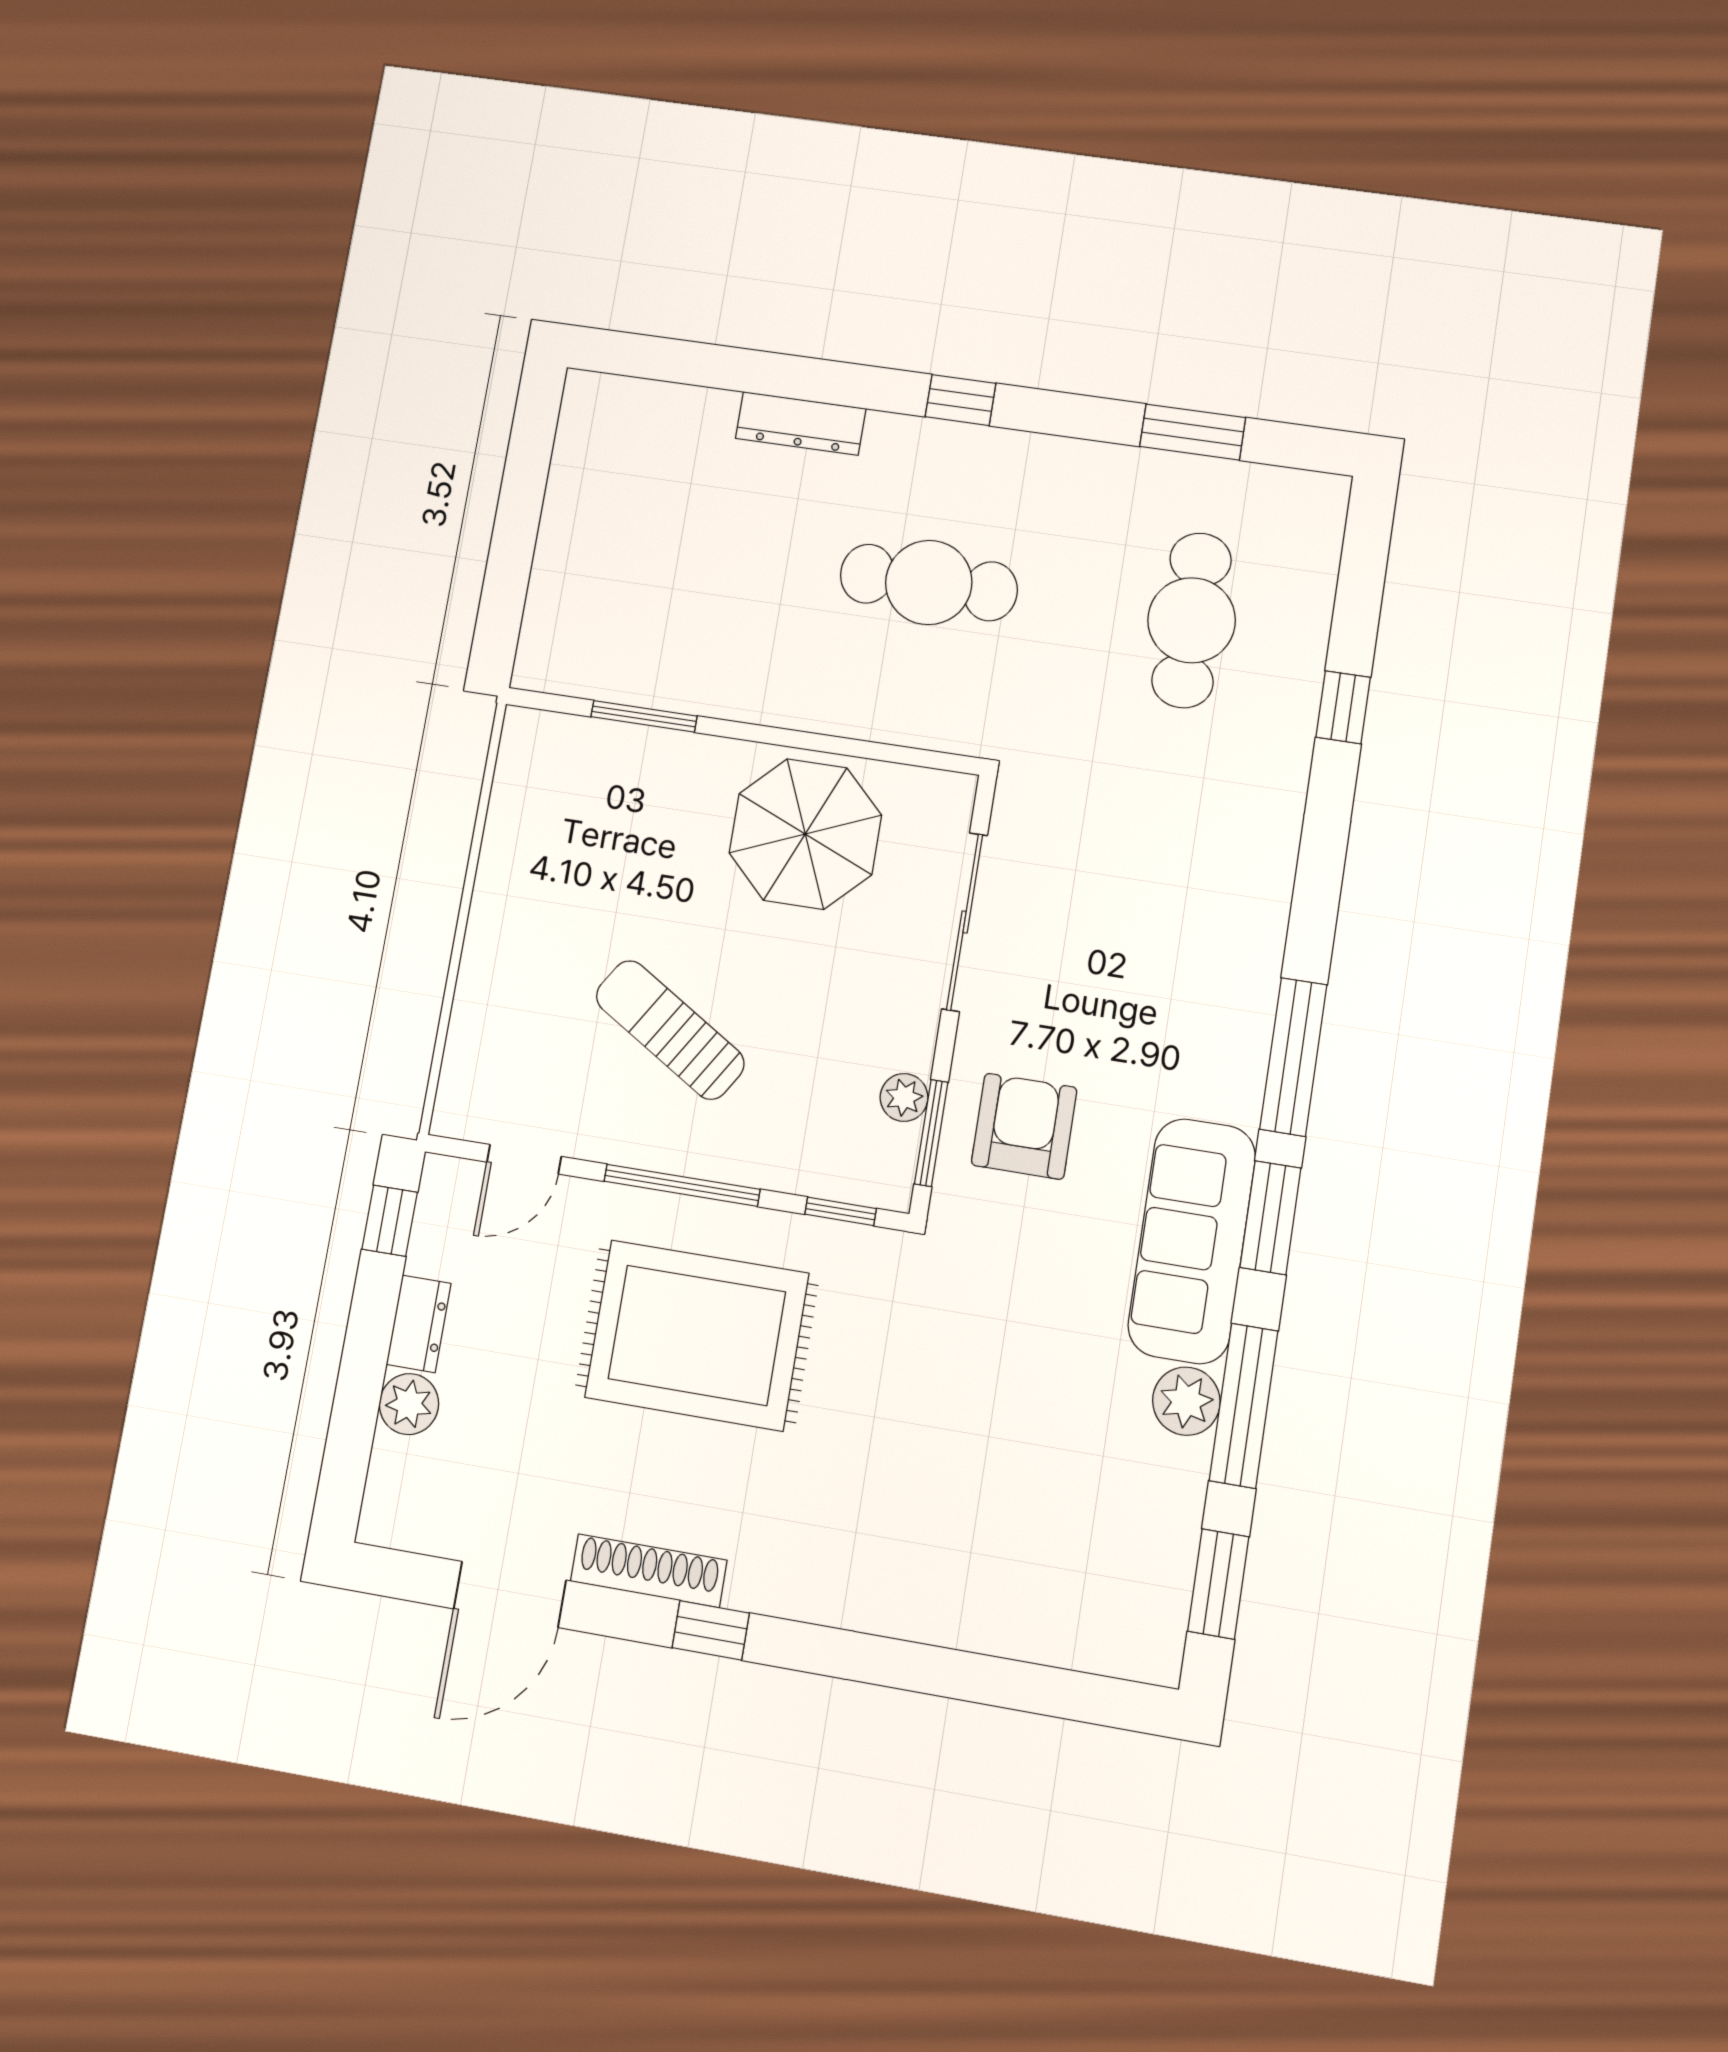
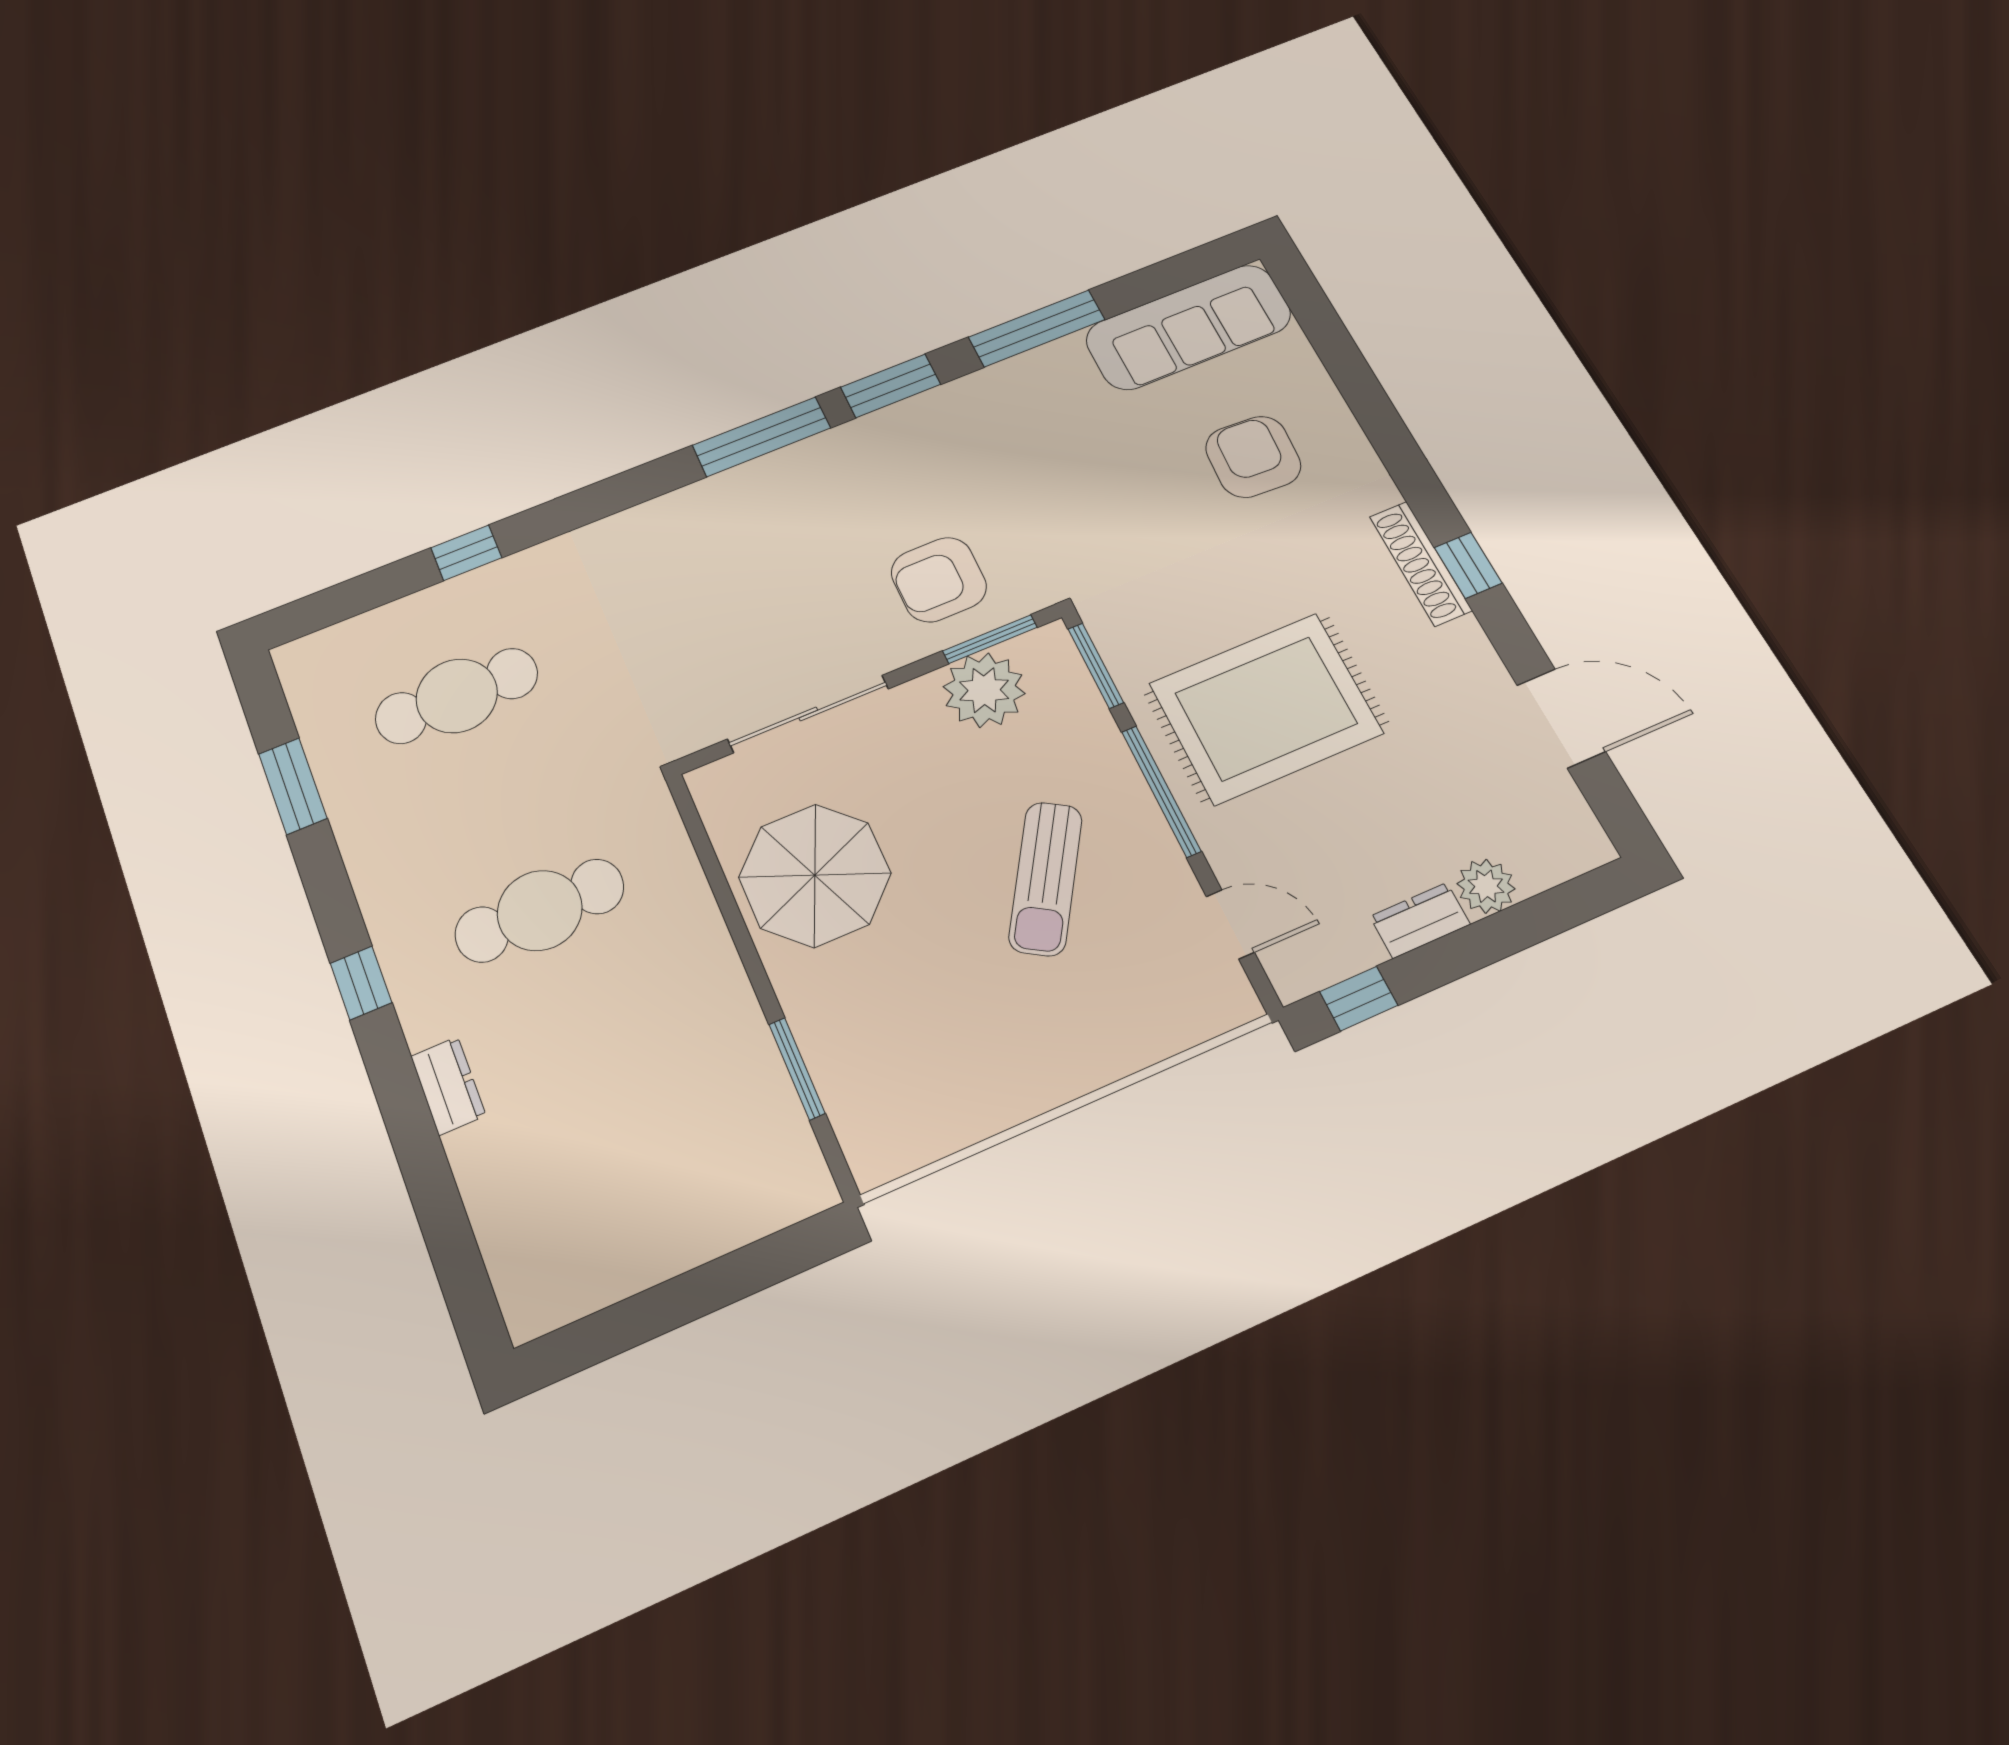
dresser: (801, 423) -> (448, 1086), width x0.70
cafe table: (929, 583) -> (540, 910), turned 90
plant: (904, 1097) -> (984, 690), width x1.87, depth x1.87
window: (841, 1211) -> (1096, 666), width x1.50
sofa: (1192, 1241) -> (1188, 327), moved
rug: (697, 1335) -> (1266, 708), turned 90
plant: (1186, 1401) -> (1061, 364), removed
armchair: (958, 1514) -> (1253, 457), added
shoe rack: (649, 1571) -> (1421, 563), moved
window: (1218, 1584) -> (1171, 276), removed

